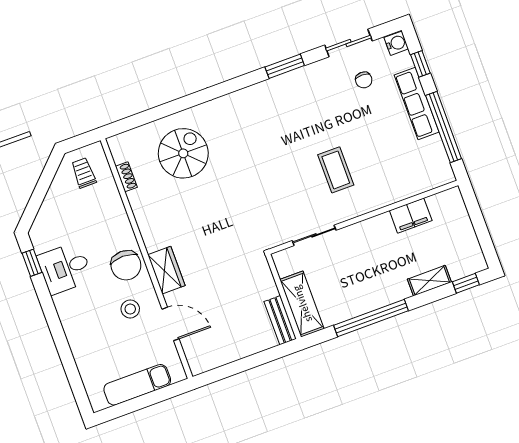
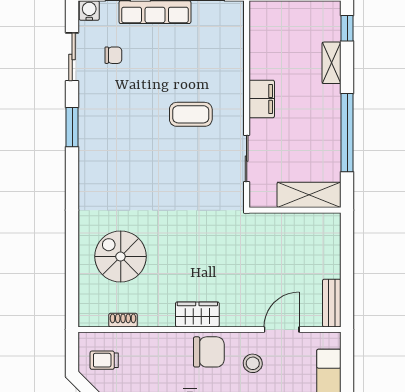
filing cabinet: (411, 216) -> (262, 99), moved
wardrobe: (166, 270) -> (197, 314), moved
bench: (280, 320) -> (332, 303), moved, turned 90

